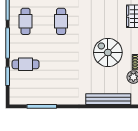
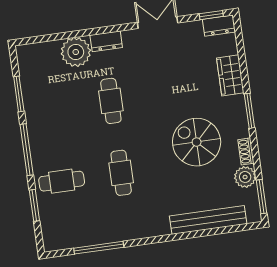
cafe table: (26, 21) -> (121, 173), moved

